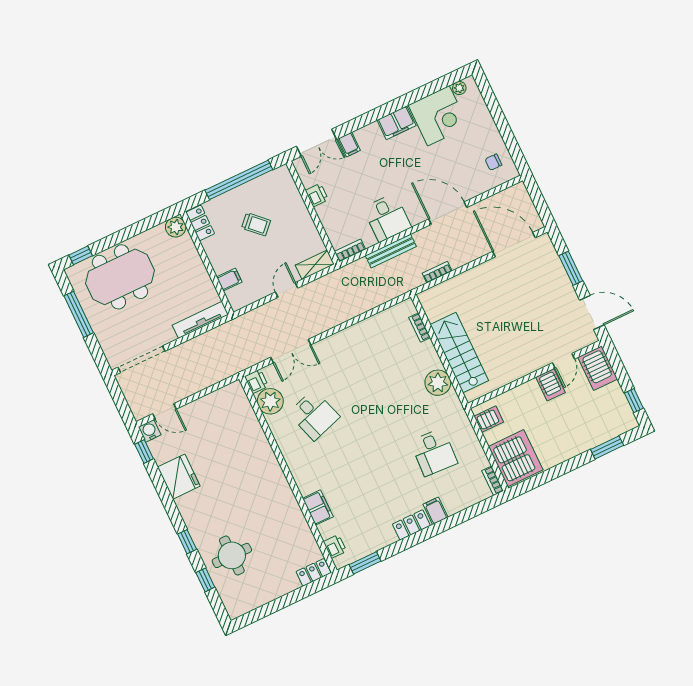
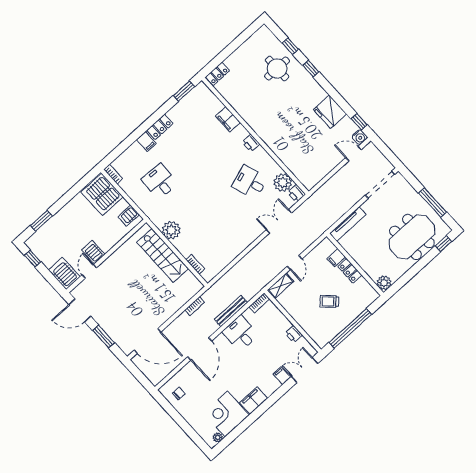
door: (448, 213) -> (200, 349), hinge flipped
locker: (200, 223) -> (350, 271), moved
printer: (335, 546) -> (251, 143), moved

